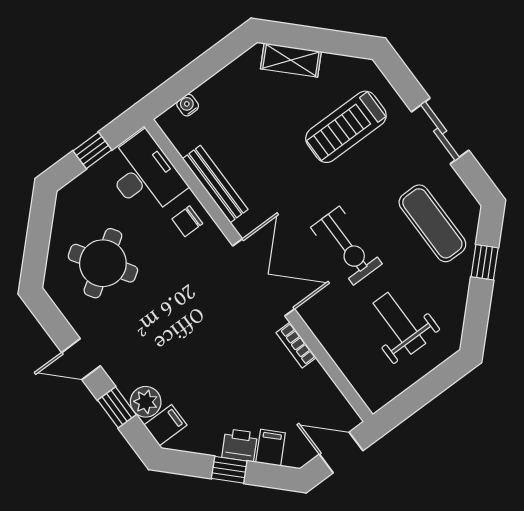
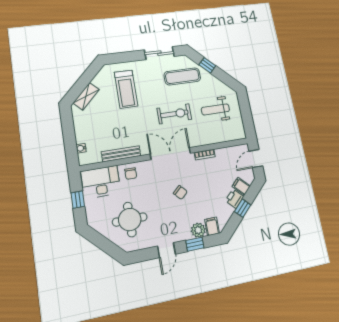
sliding door: (440, 131) -> (159, 53), moved
round table: (103, 263) -> (130, 219), turned 33
chair: (199, 333) -> (180, 192), added

